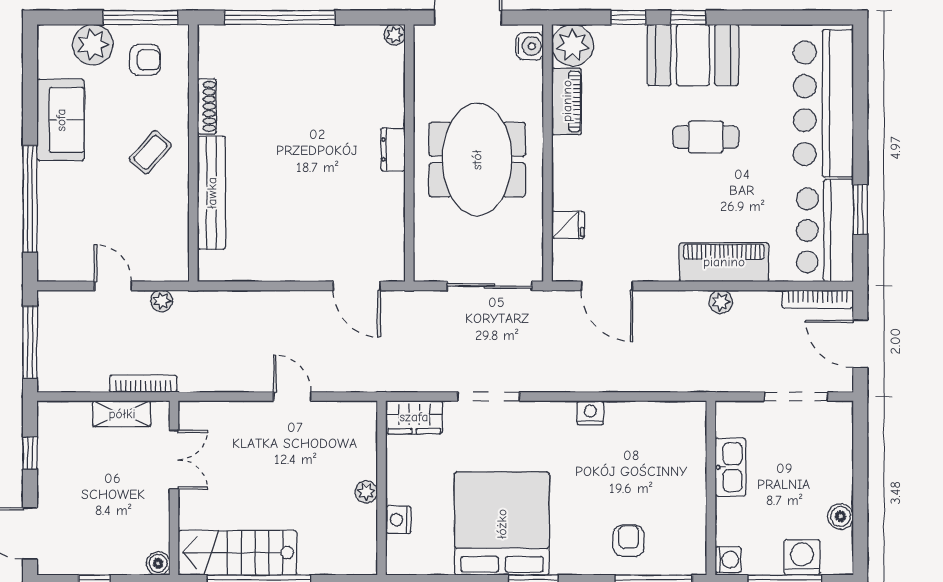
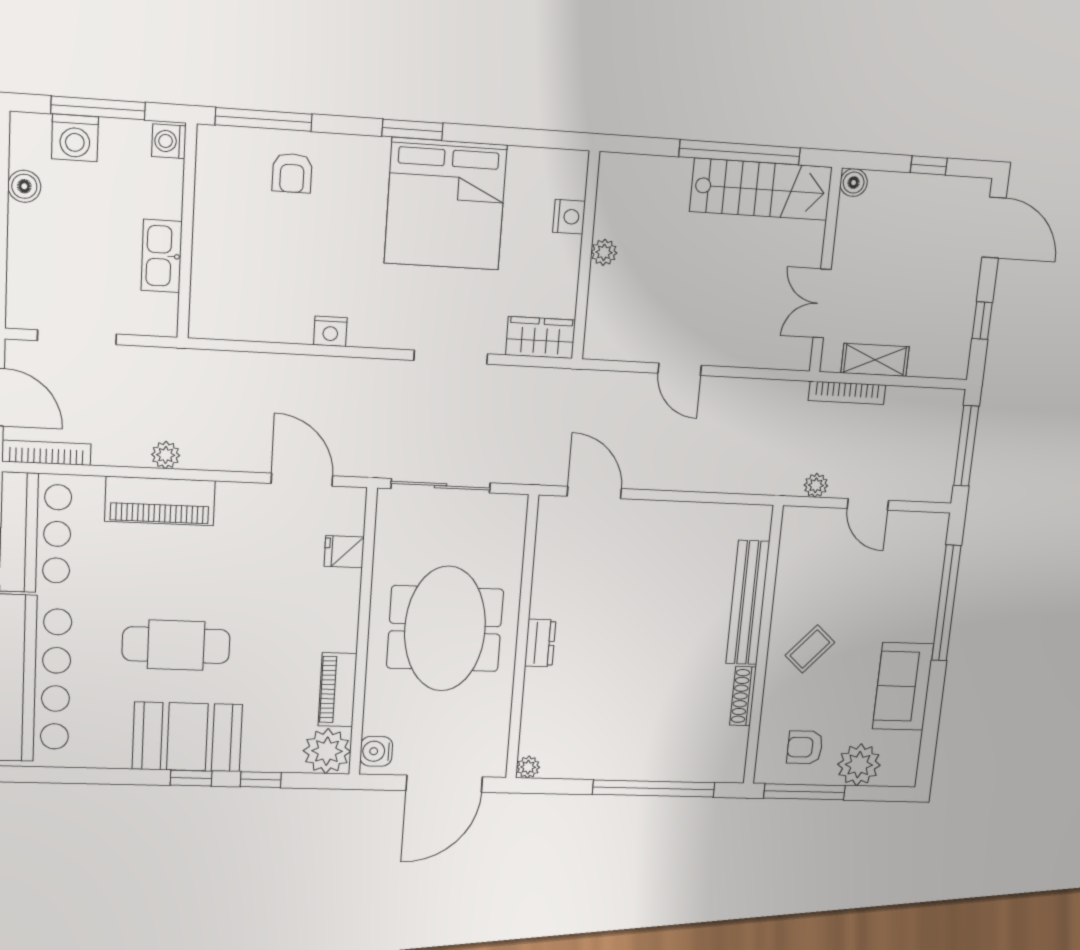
cafe table: (706, 137) -> (176, 645), width x1.37, depth x1.35

